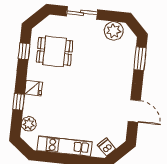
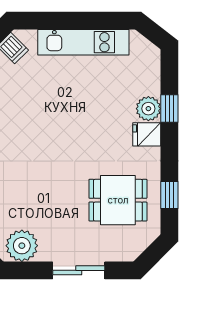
plant: (29, 124) -> (148, 109), moved

